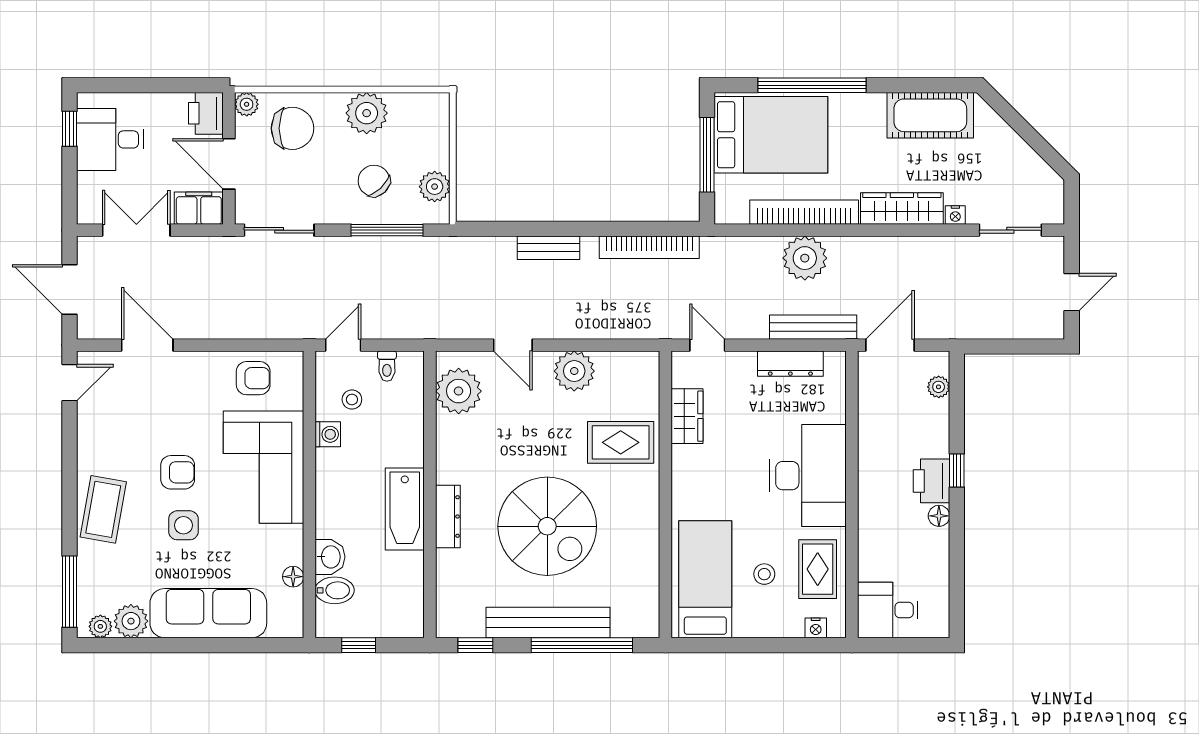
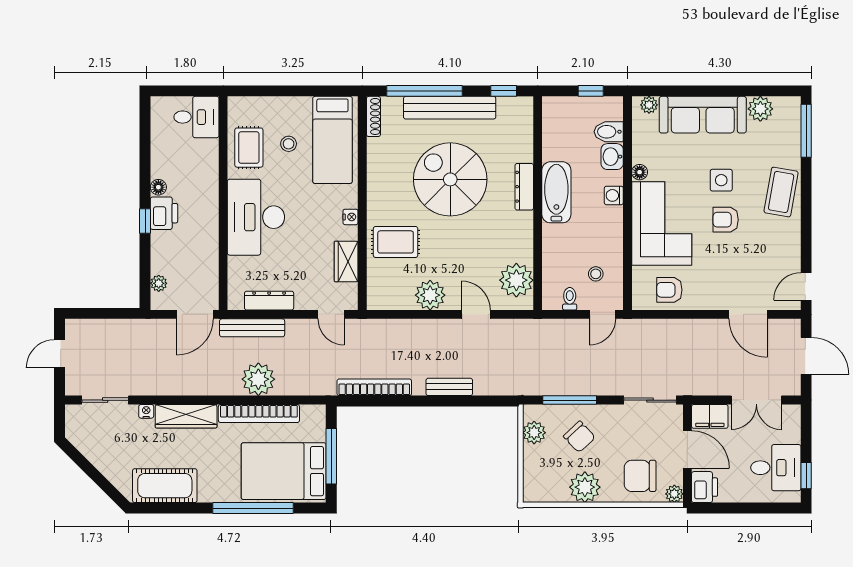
washing machine: (328, 434) -> (614, 195), moved
floor lamp: (293, 577) -> (640, 172), moved
shoe rack: (650, 611) -> (373, 116), added
plant: (100, 626) -> (649, 105), moved
nightstand: (816, 628) -> (350, 217), moved, turned 90

